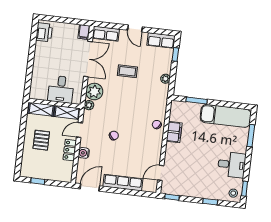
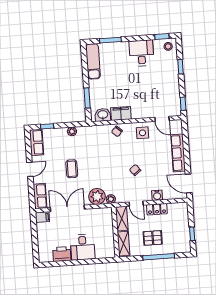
printer: (44, 32) -> (62, 254), moved
desk: (61, 89) -> (83, 247), moved, turned 90
washbasin: (176, 113) -> (103, 115), added
exam couch: (226, 116) -> (93, 61), width x0.73, depth x0.69
window: (21, 143) -> (159, 257), added
side table: (150, 150) -> (142, 133), added

